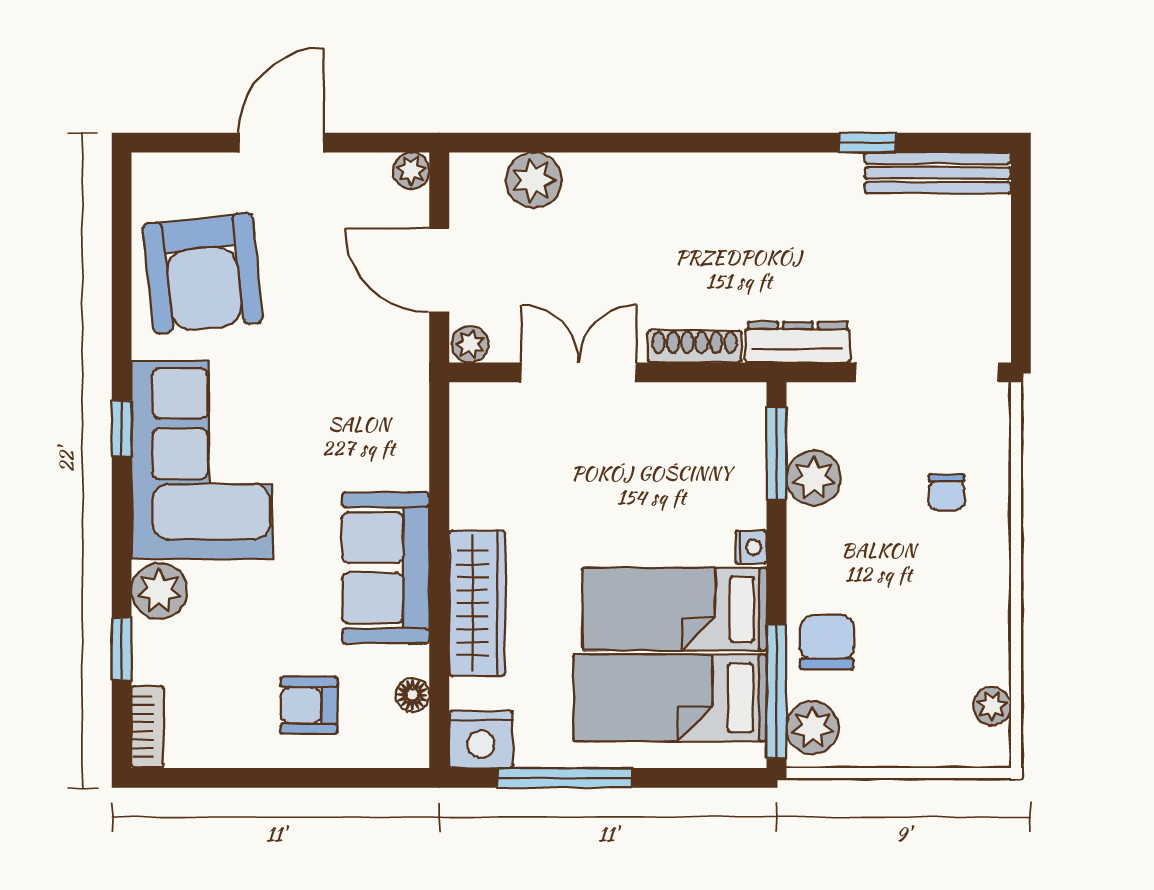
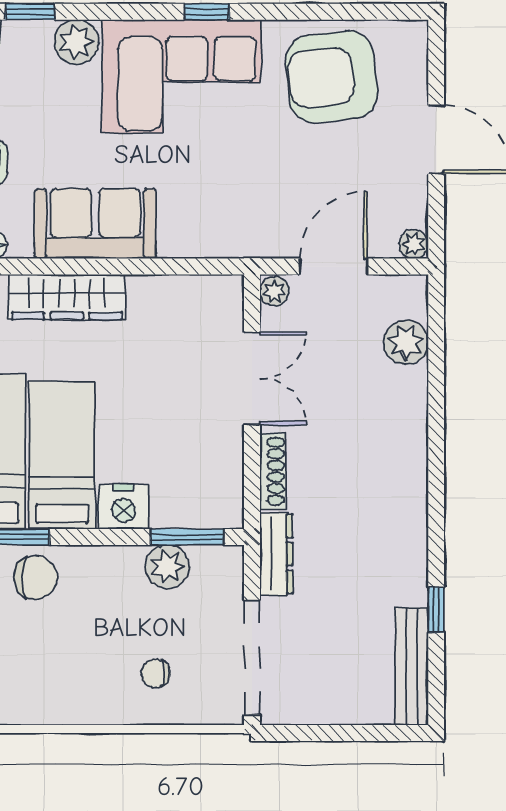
nightstand: (751, 547) -> (123, 507), width x1.89, depth x1.79

